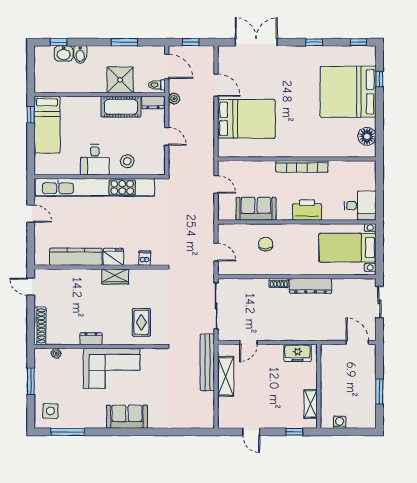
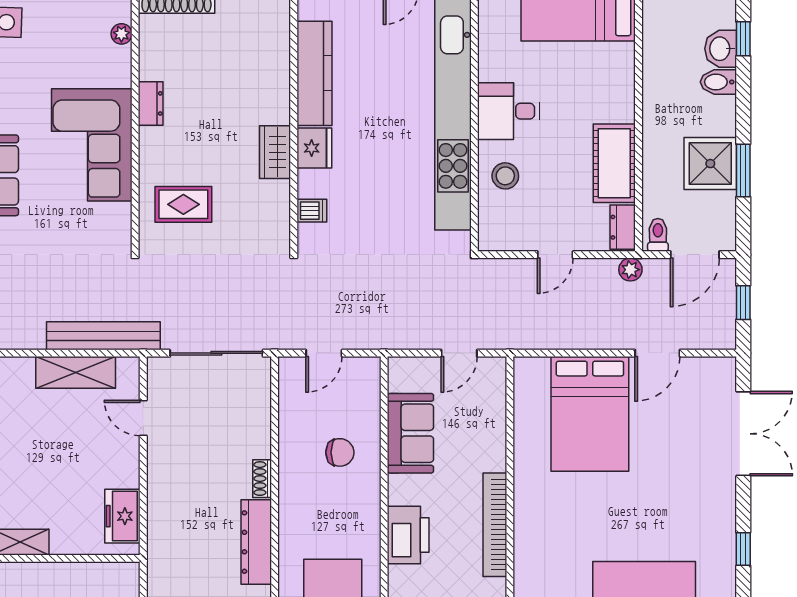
shower: (120, 80) -> (710, 164), moved

